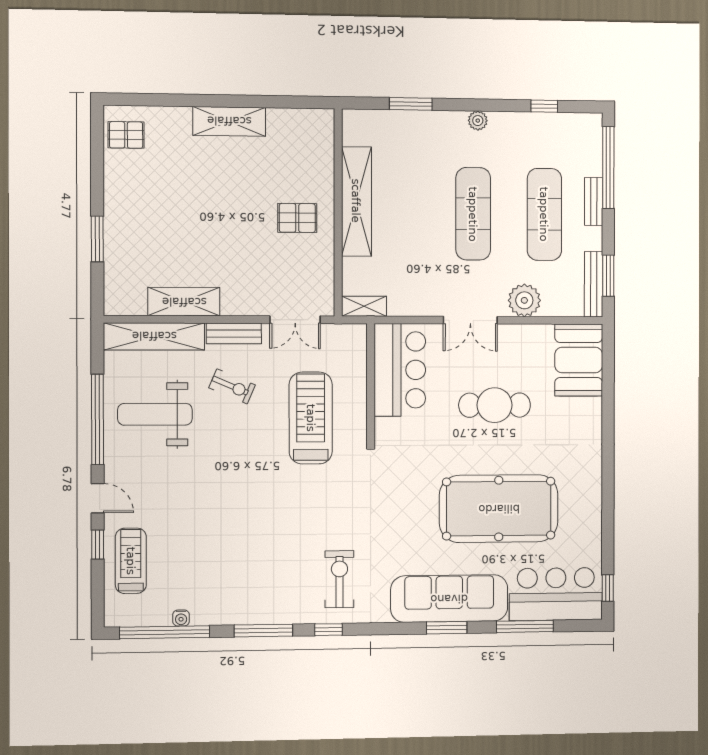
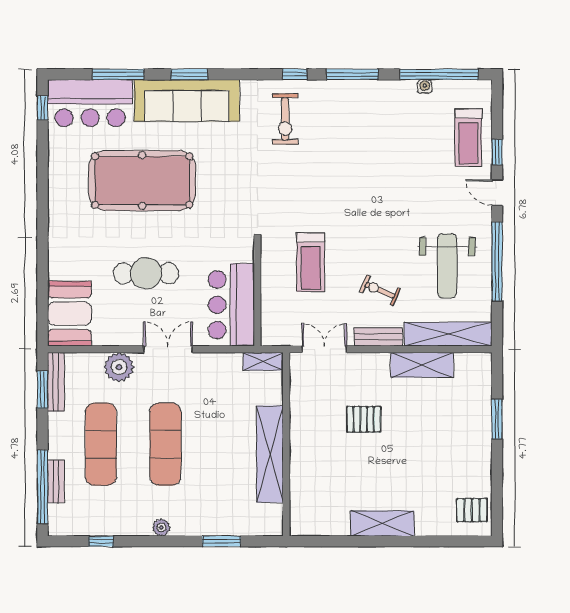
bench: (594, 202) -> (56, 481), moved
pallet: (297, 218) -> (364, 419), moved
weight bench: (155, 414) -> (447, 266), turned 90
treadmill: (311, 418) -> (311, 262), width x0.73, depth x0.73

